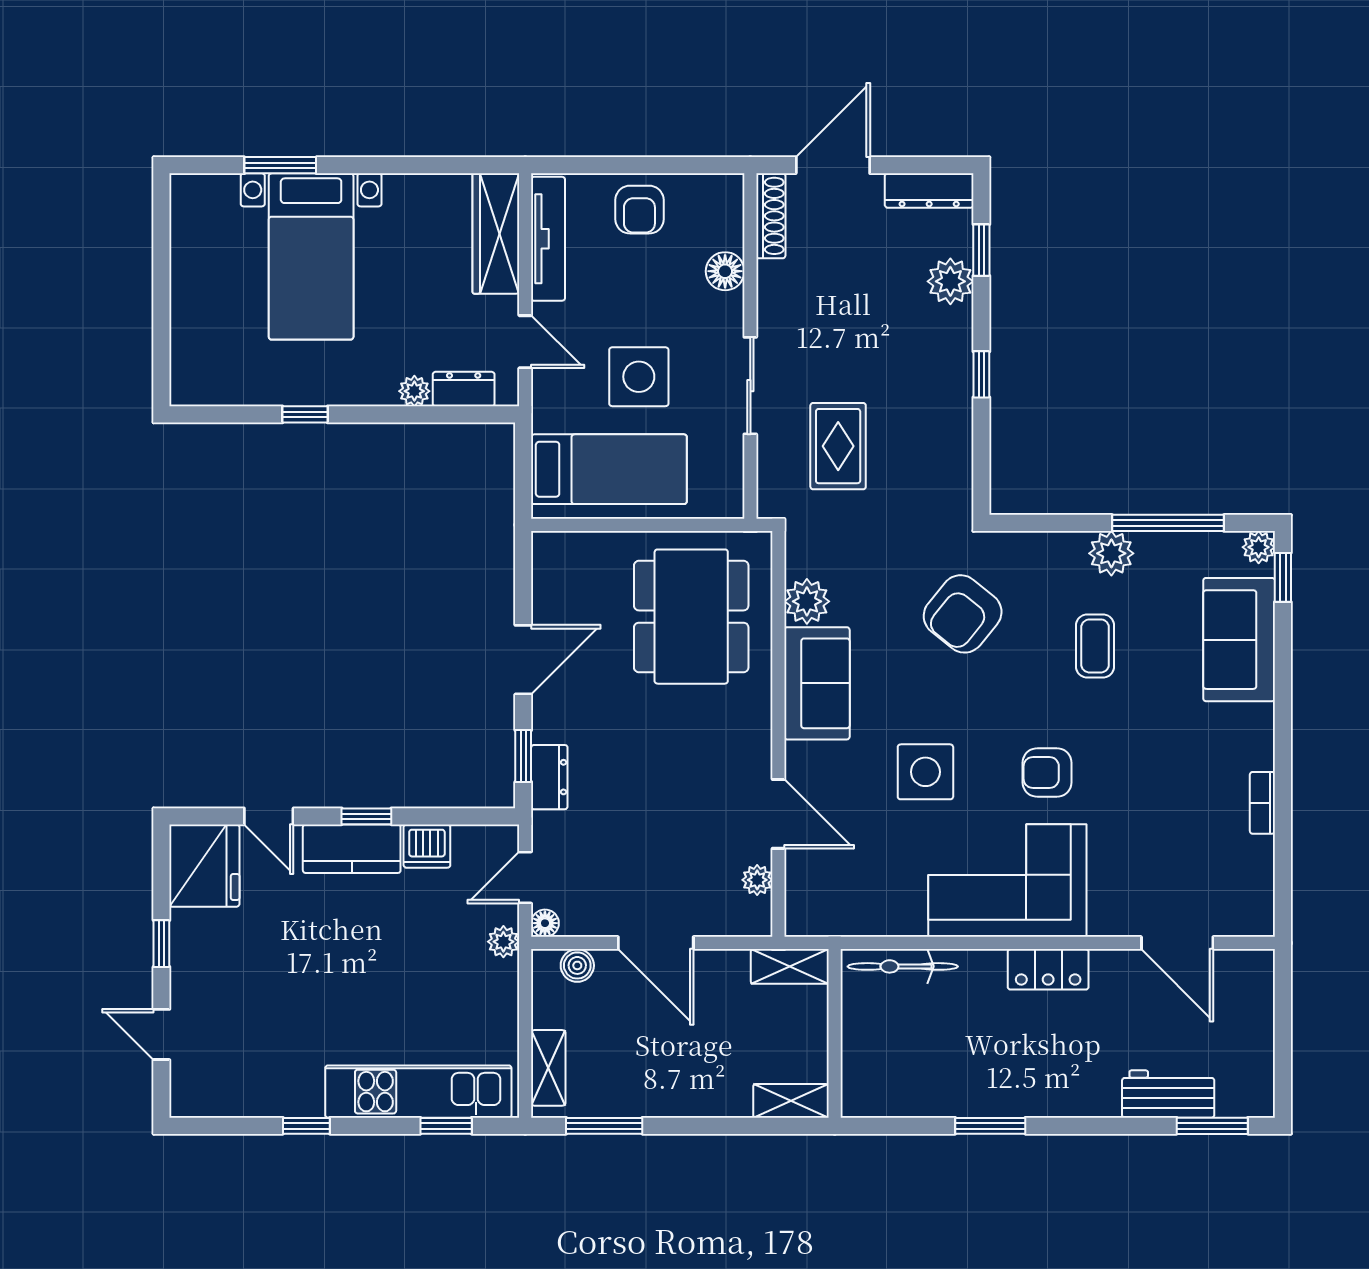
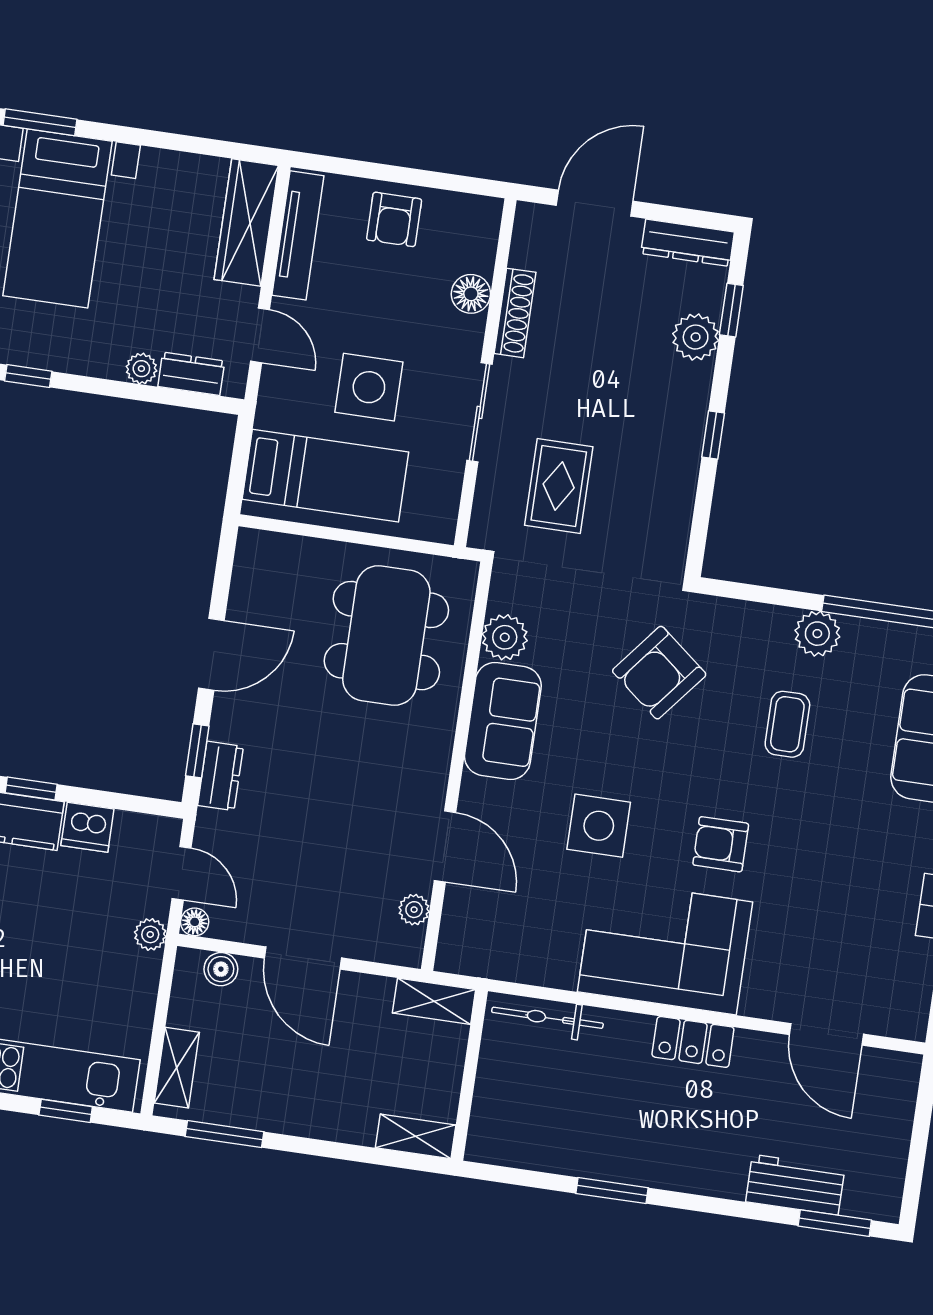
shoe rack: (771, 216) -> (515, 313), moved
door: (525, 877) -> (182, 873), swing flipped

